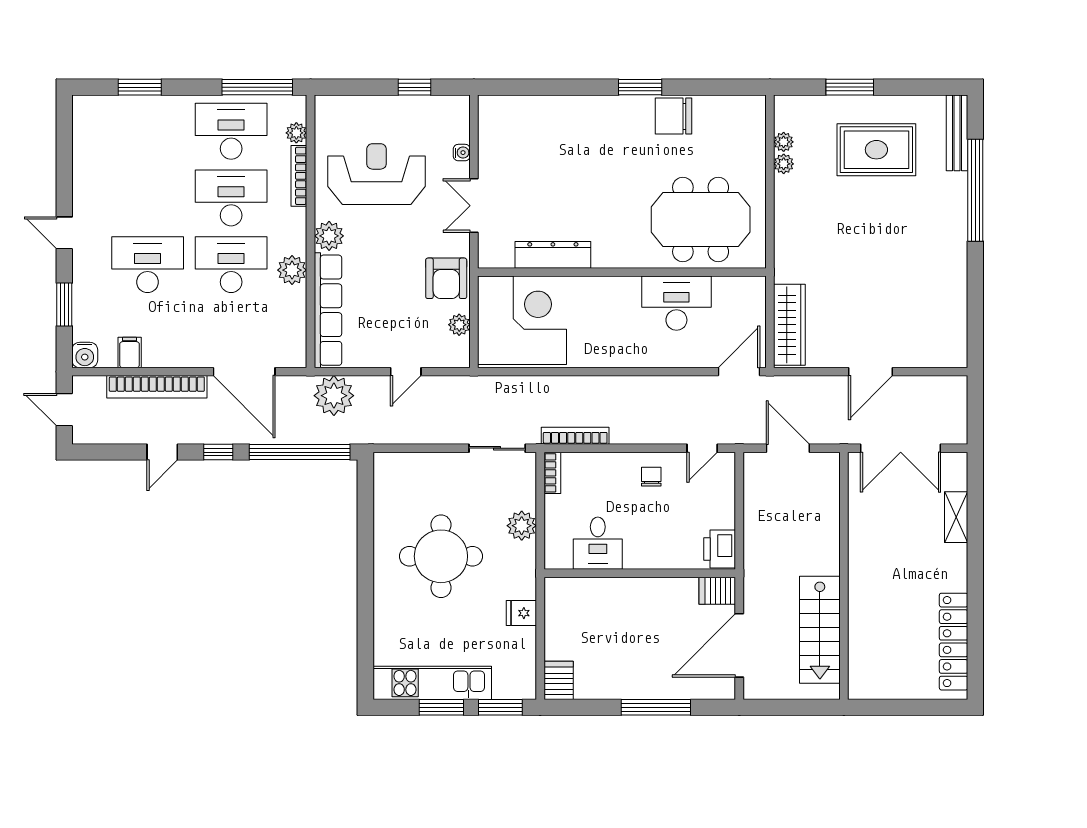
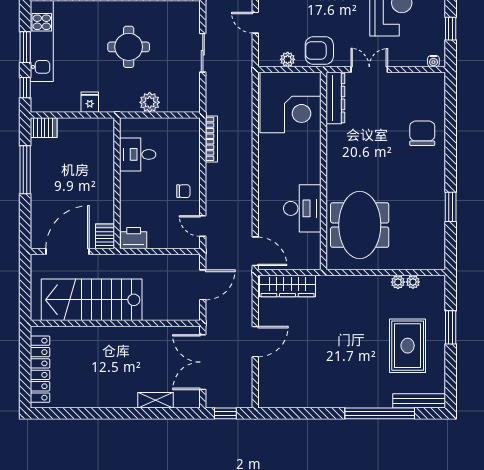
window: (640, 87) -> (451, 207), moved
chair: (674, 116) -> (422, 133), moved
water cooler: (462, 153) -> (433, 61), moved
dresser: (553, 255) -> (335, 98), moved
door: (871, 372) -> (255, 342), swing flipped
window: (975, 415) -> (225, 413), added
sliding door: (497, 448) -> (203, 53), moved
bookcase: (552, 473) -> (186, 123), removed
round table: (441, 556) -> (129, 47), width x0.73, depth x0.73
stairs: (820, 630) -> (92, 300), width x1.36, depth x1.51
locker: (954, 642) -> (40, 369), moved, turned 90
door: (739, 645) -> (68, 252), hinge flipped
window: (500, 707) -> (25, 88), width x0.67
window: (656, 707) -> (25, 170), moved

